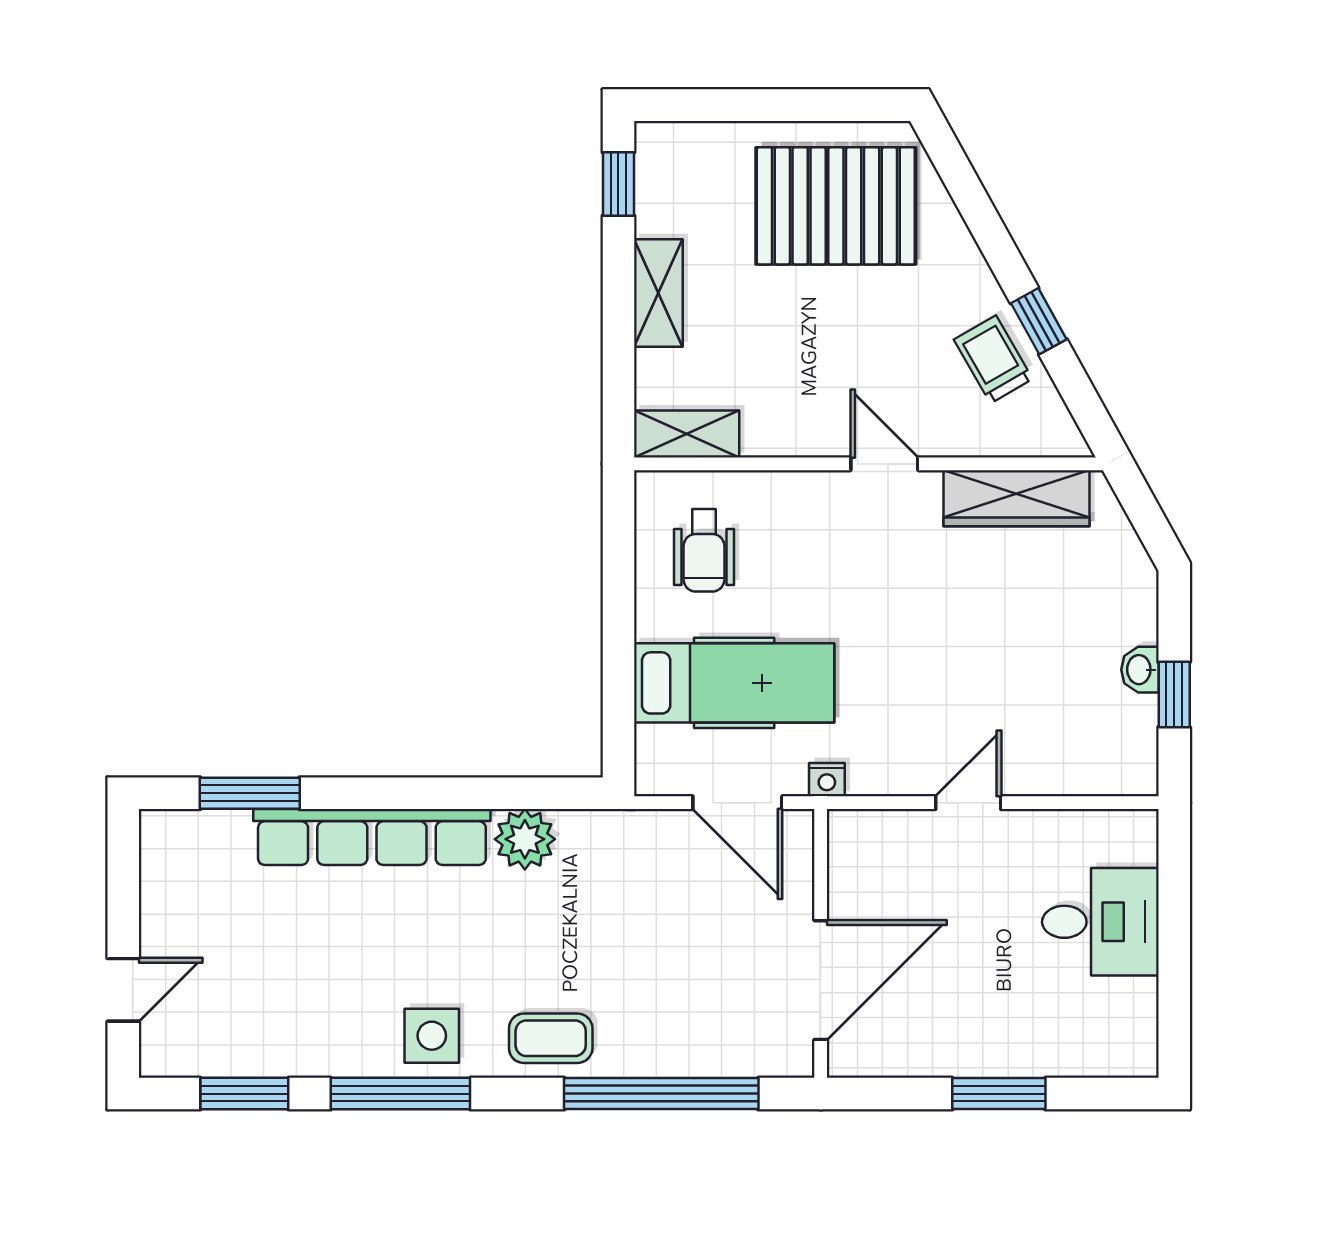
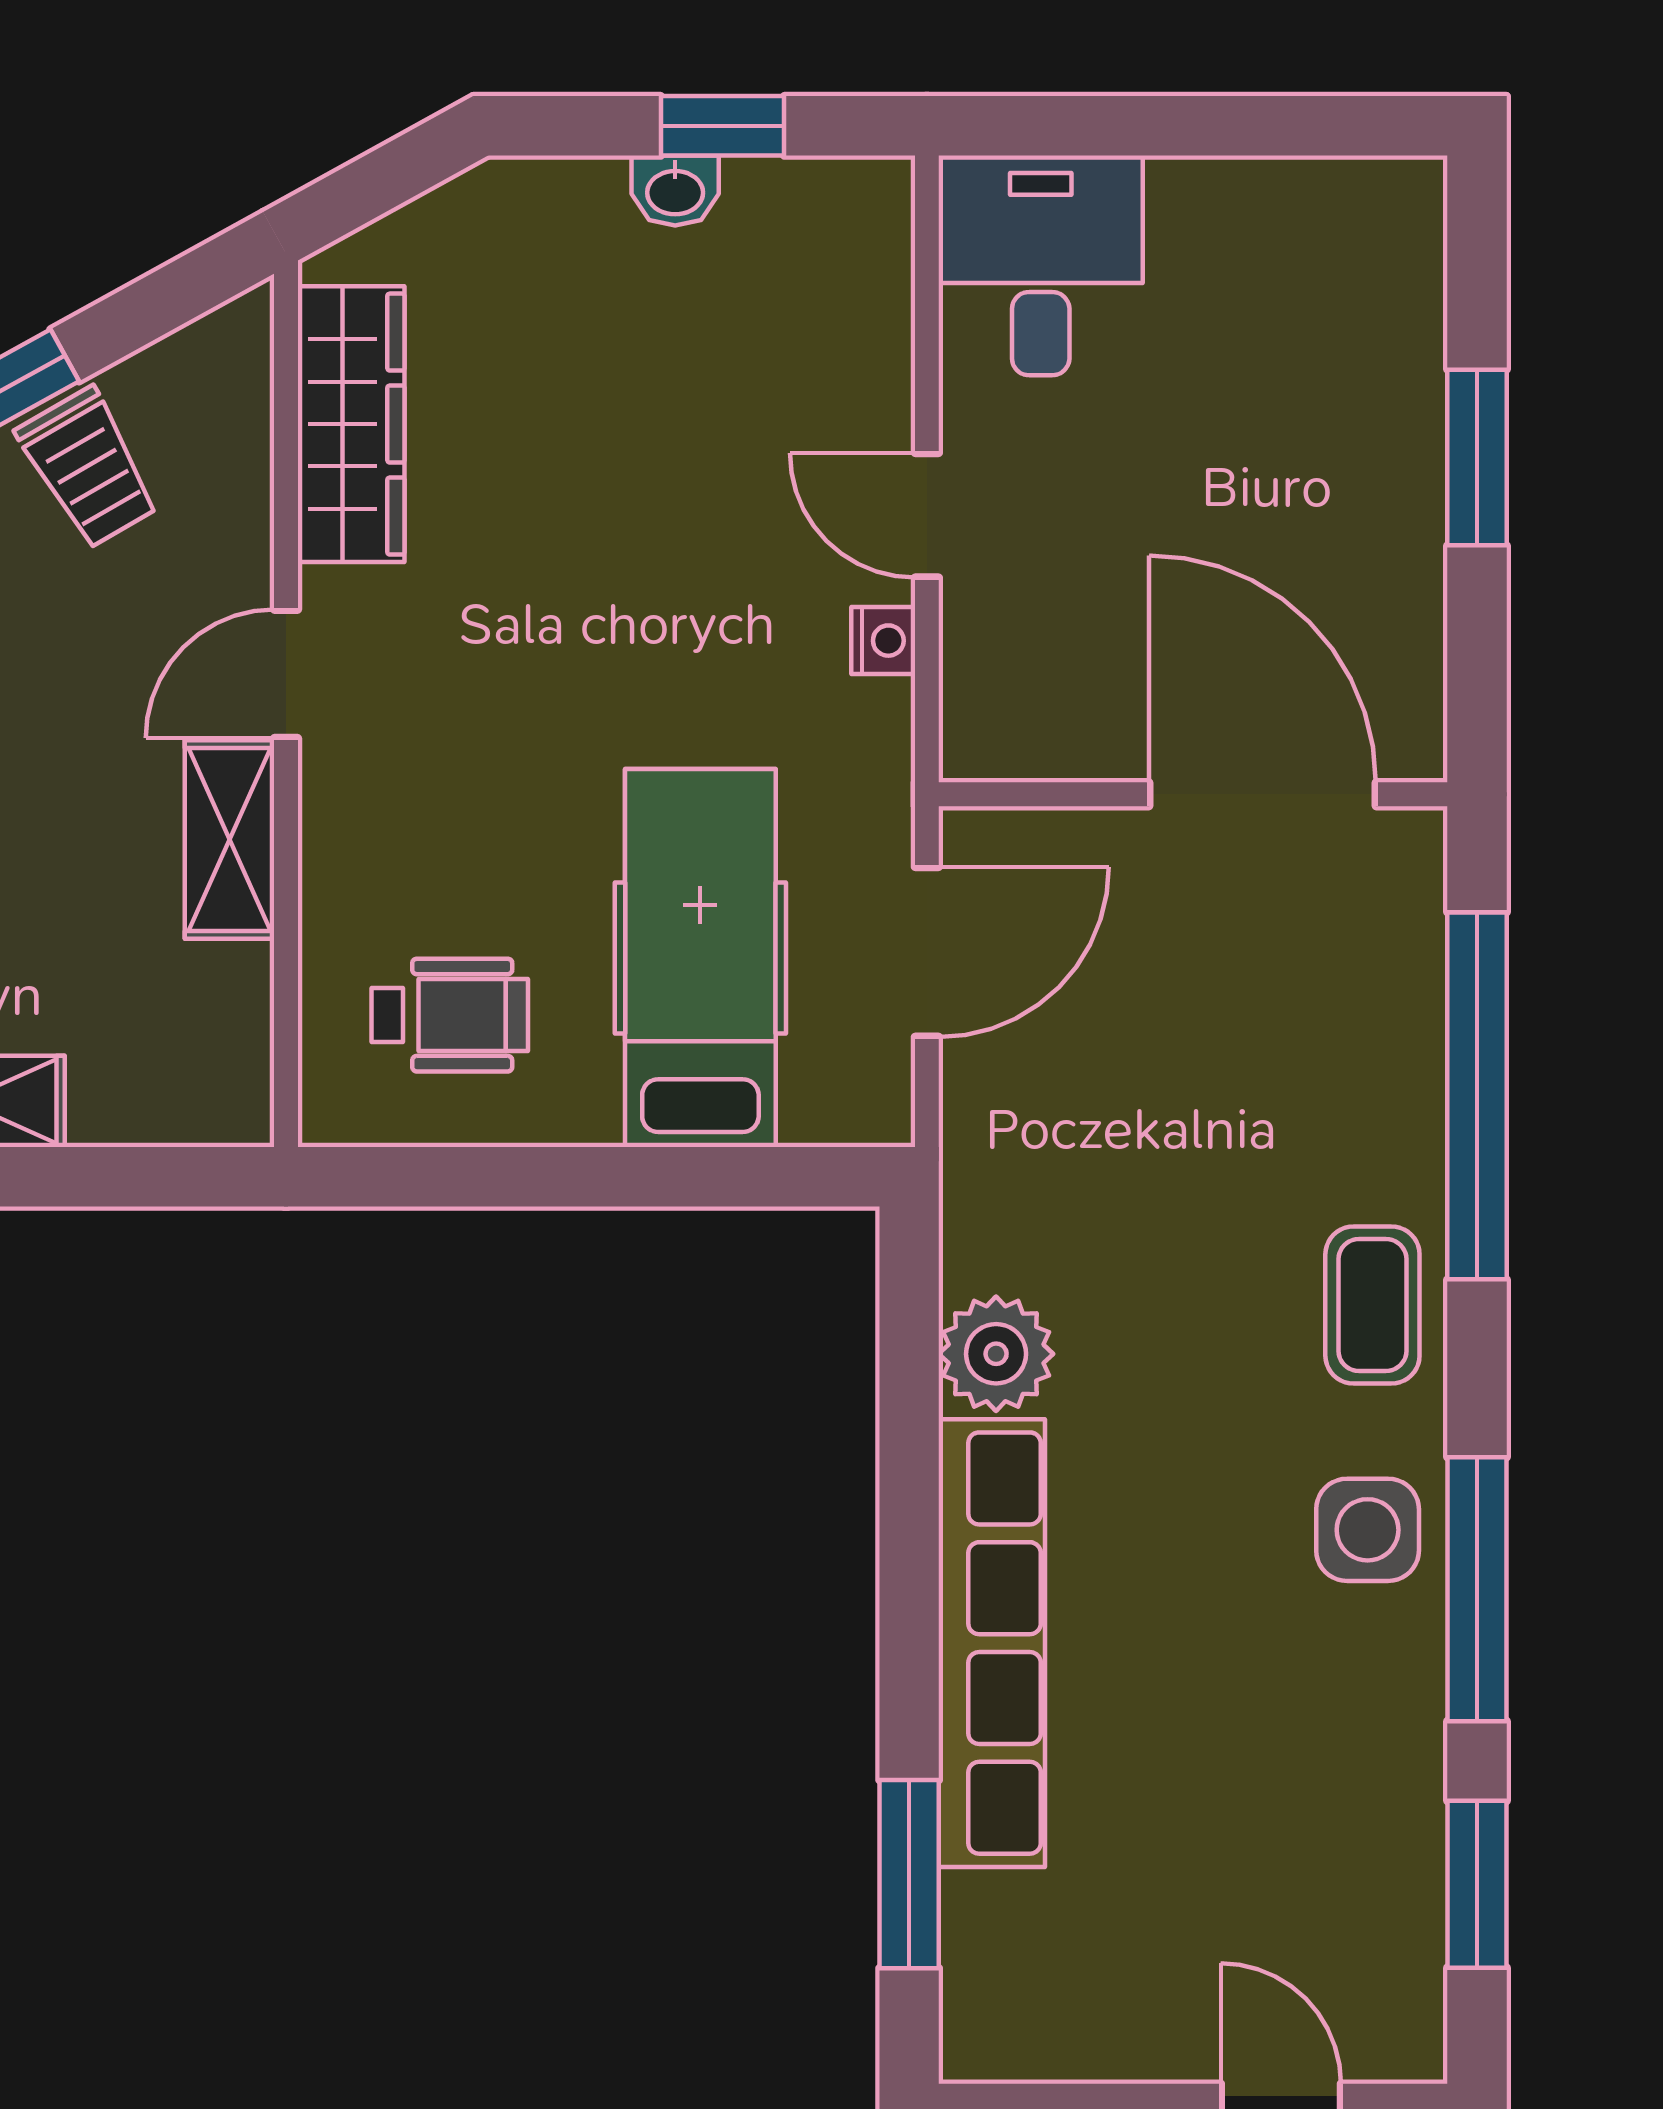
trolley: (993, 359) -> (88, 468), turned -90
shelving: (687, 434) -> (229, 839), moved
nightstand: (827, 780) -> (883, 641), moved
desk: (1100, 922) -> (1041, 265), moved

